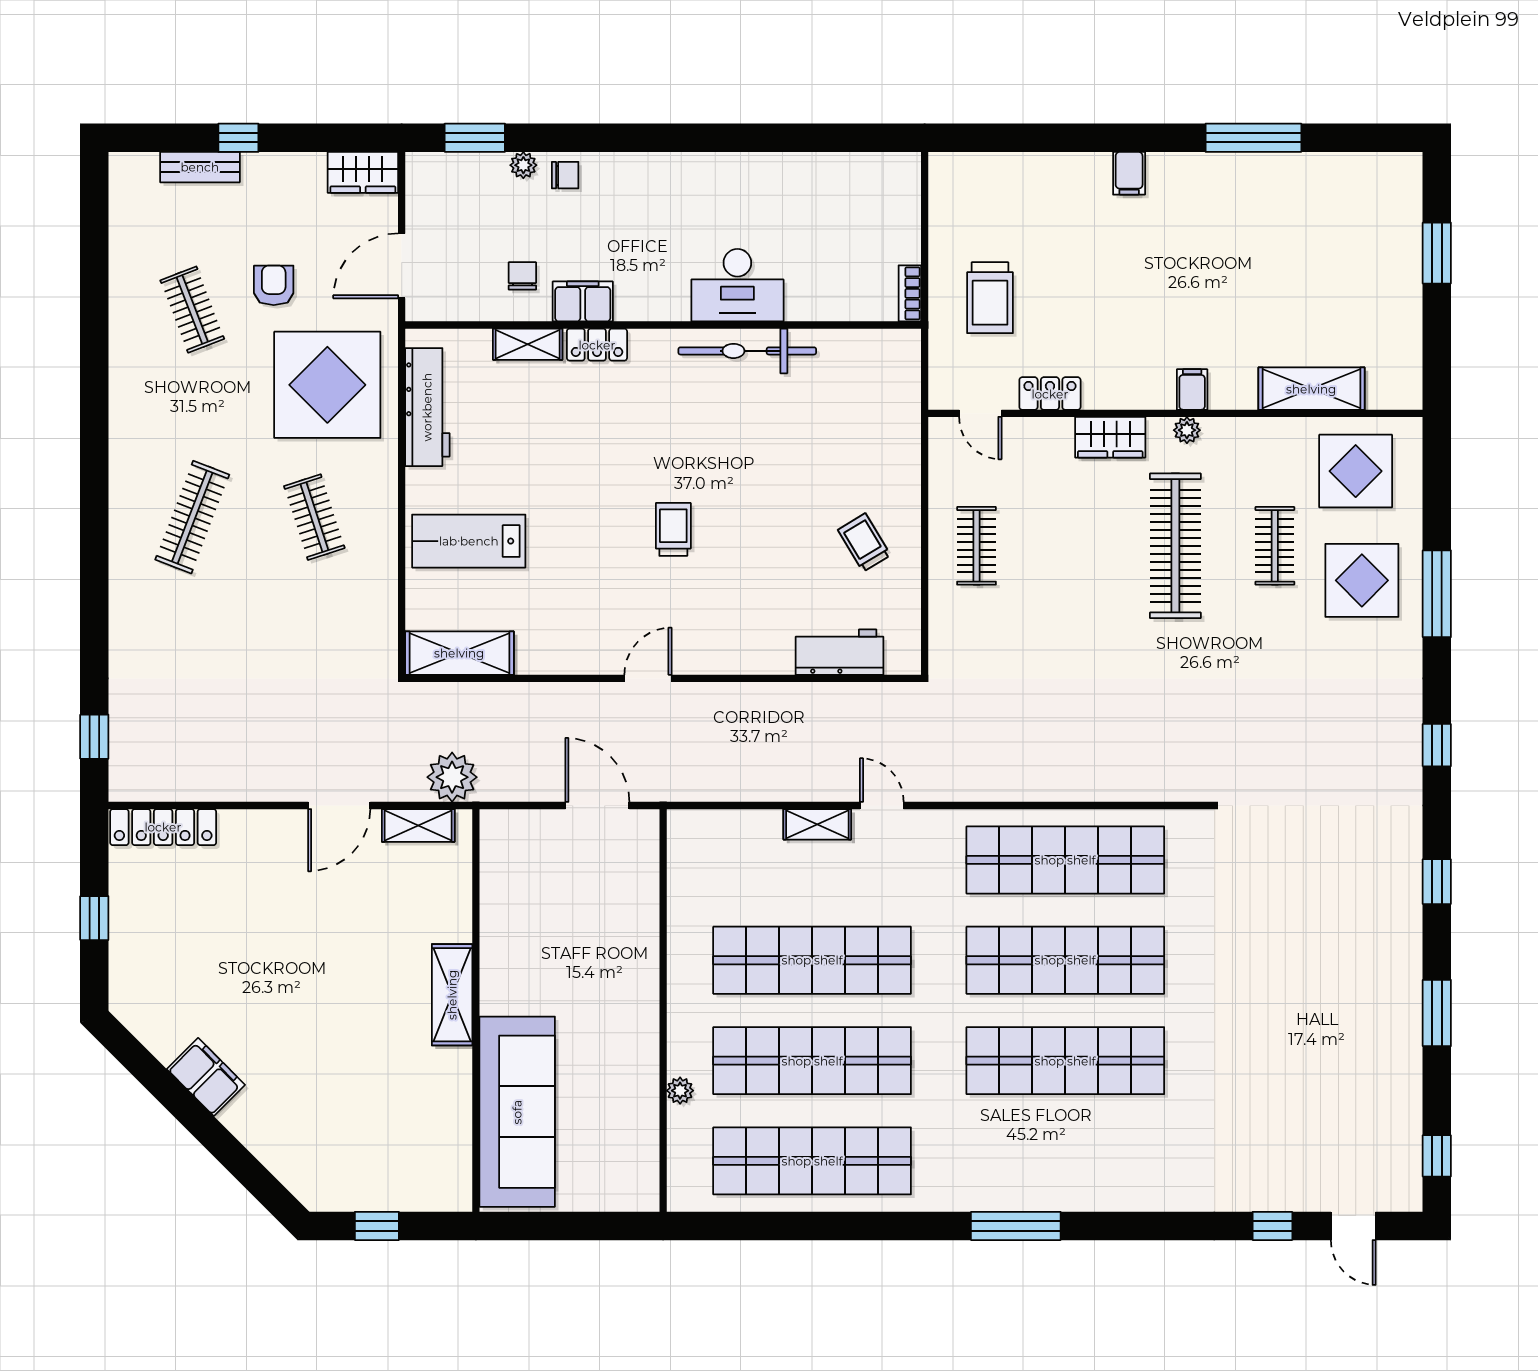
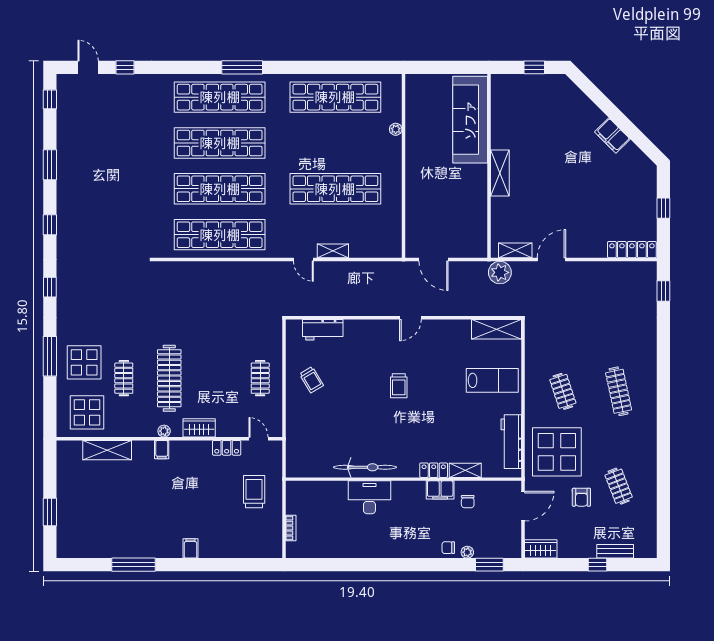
bookcase: (910, 293) -> (291, 528), moved
clothes rail: (192, 517) -> (619, 391), turned -33
shop shelf: (812, 1061) -> (220, 97), moved

